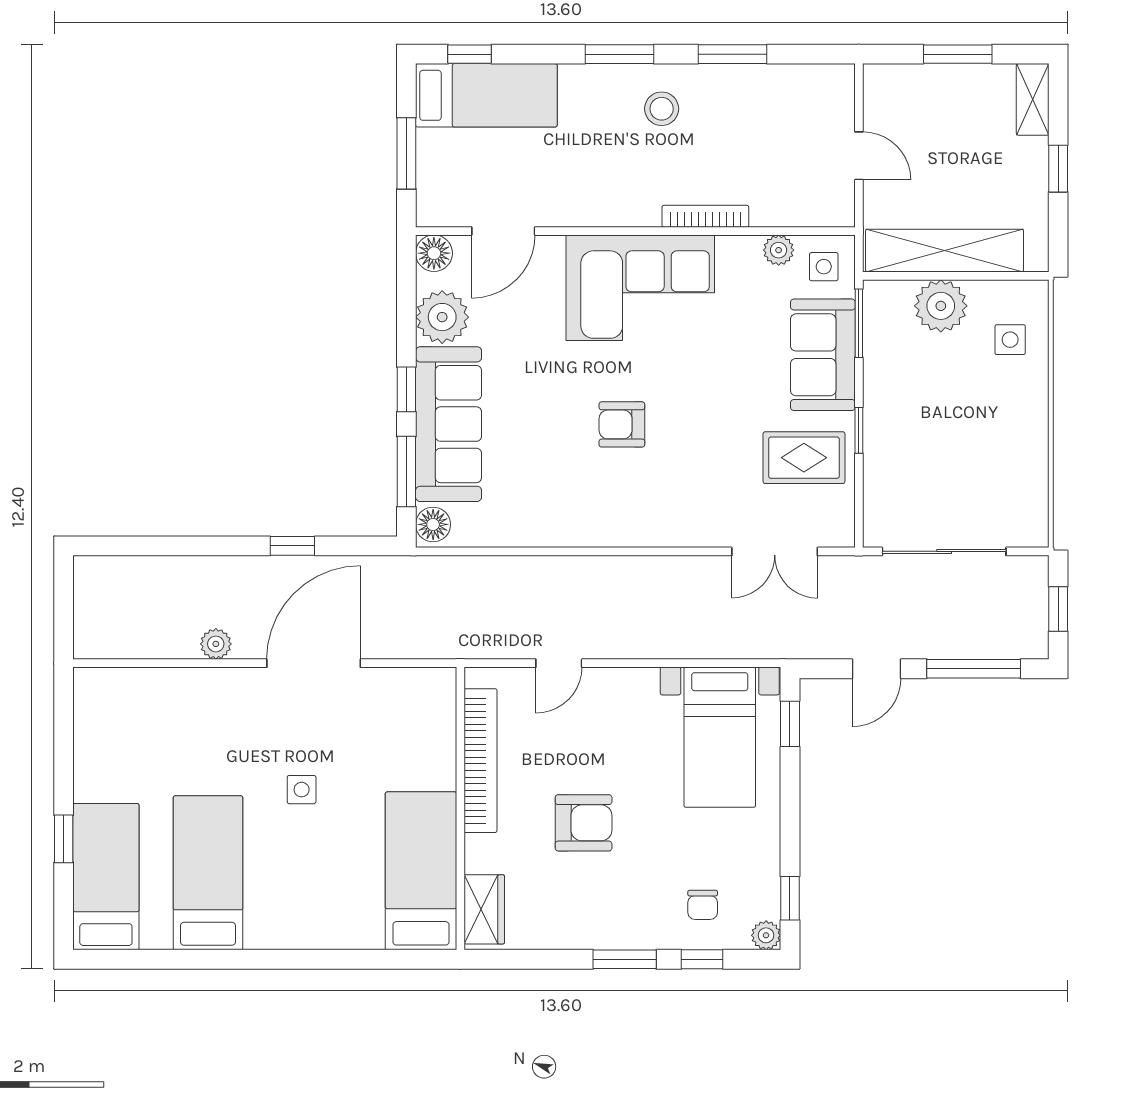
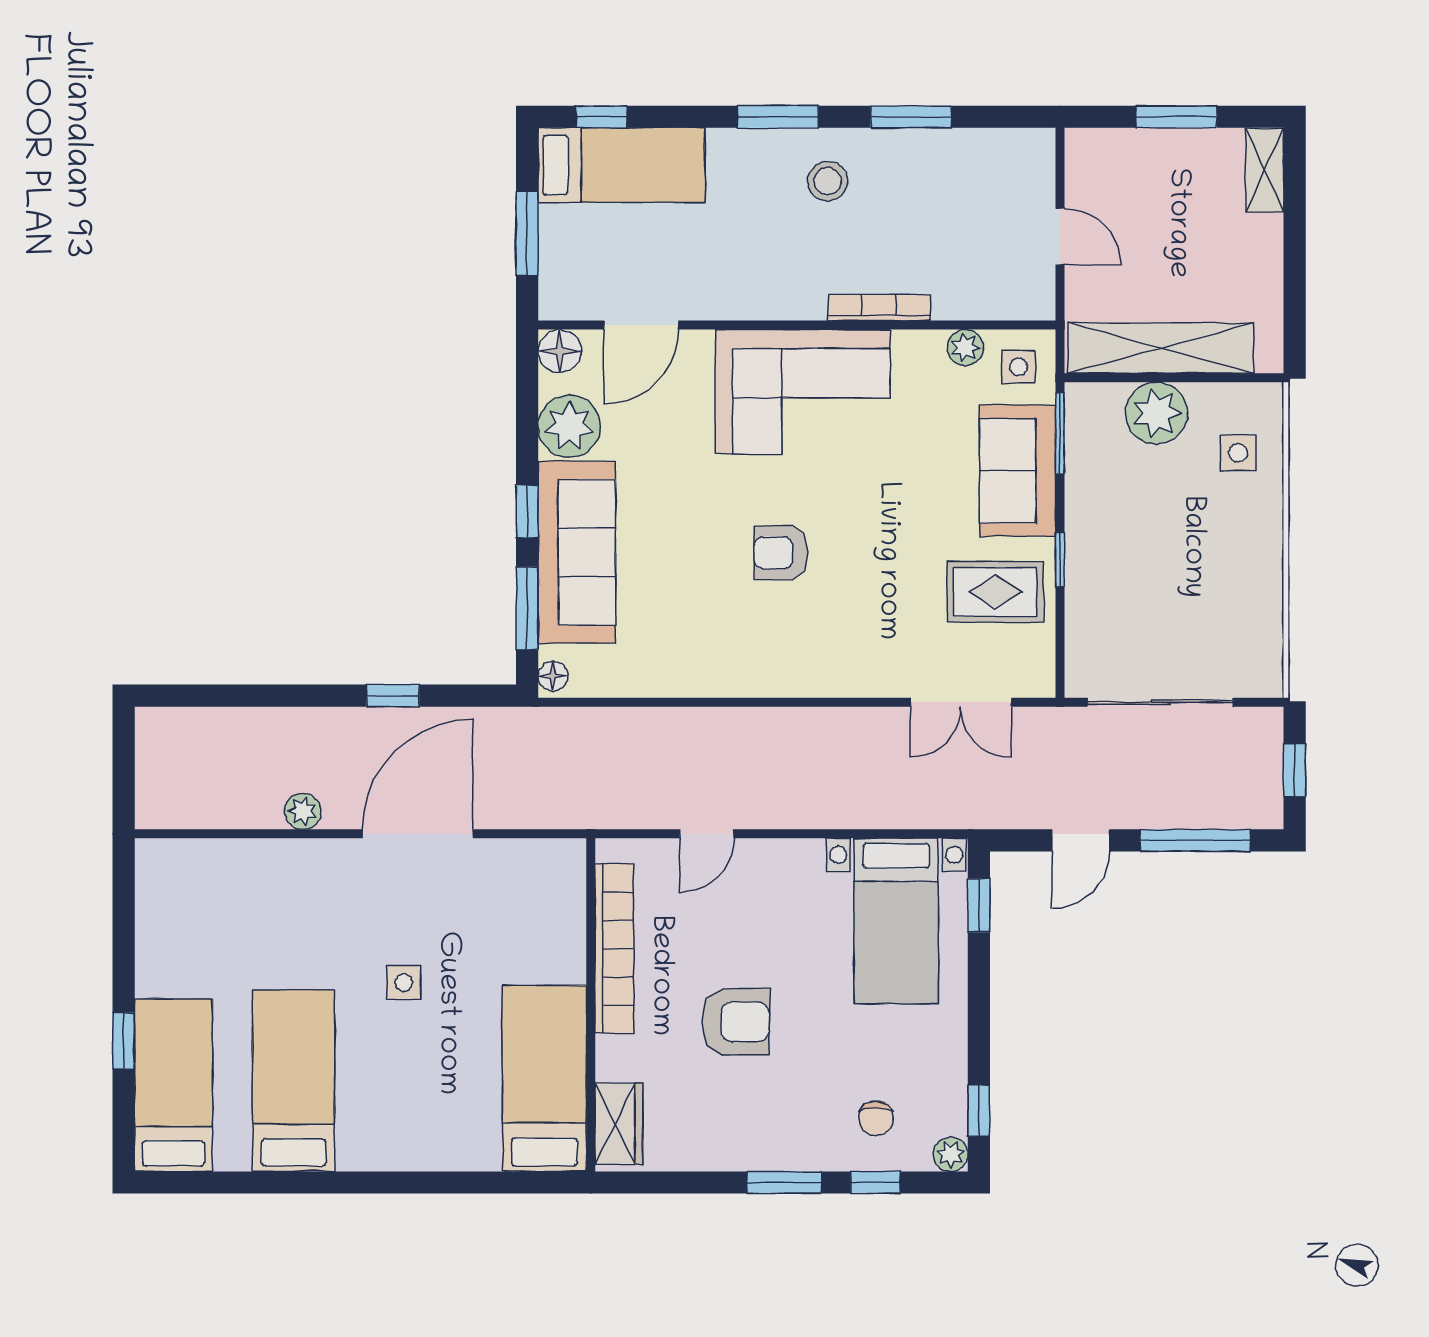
window: (1058, 169) -> (1295, 251), removed
floor lamp: (433, 524) -> (553, 676), width x0.73, depth x0.73

